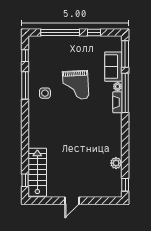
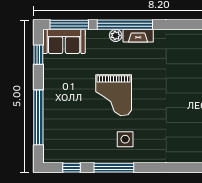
window: (94, 32) -> (38, 55), moved
sofa: (113, 67) -> (64, 41), moved
grand piano: (76, 85) -> (114, 95), turned 93

